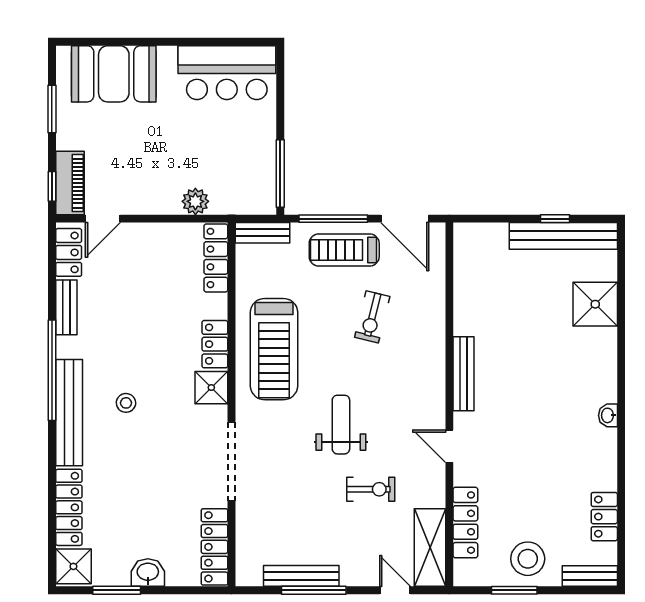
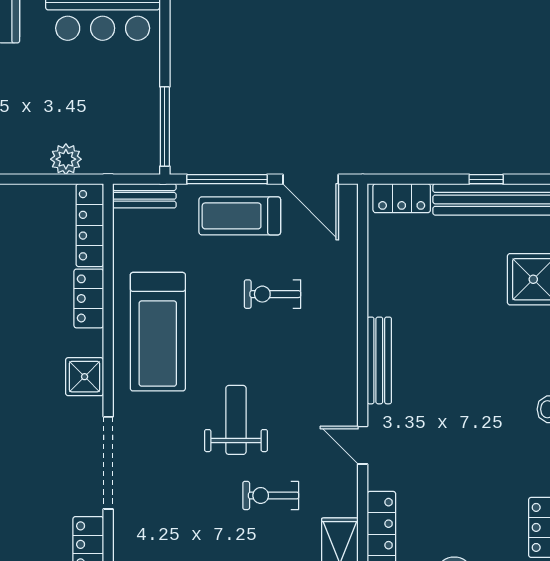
locker: (483, 235) -> (402, 198), added
exercise bike: (372, 317) -> (272, 294), turned 76
locker: (215, 344) -> (89, 298), moved
exercise bike: (371, 489) -> (271, 495), turned 180

